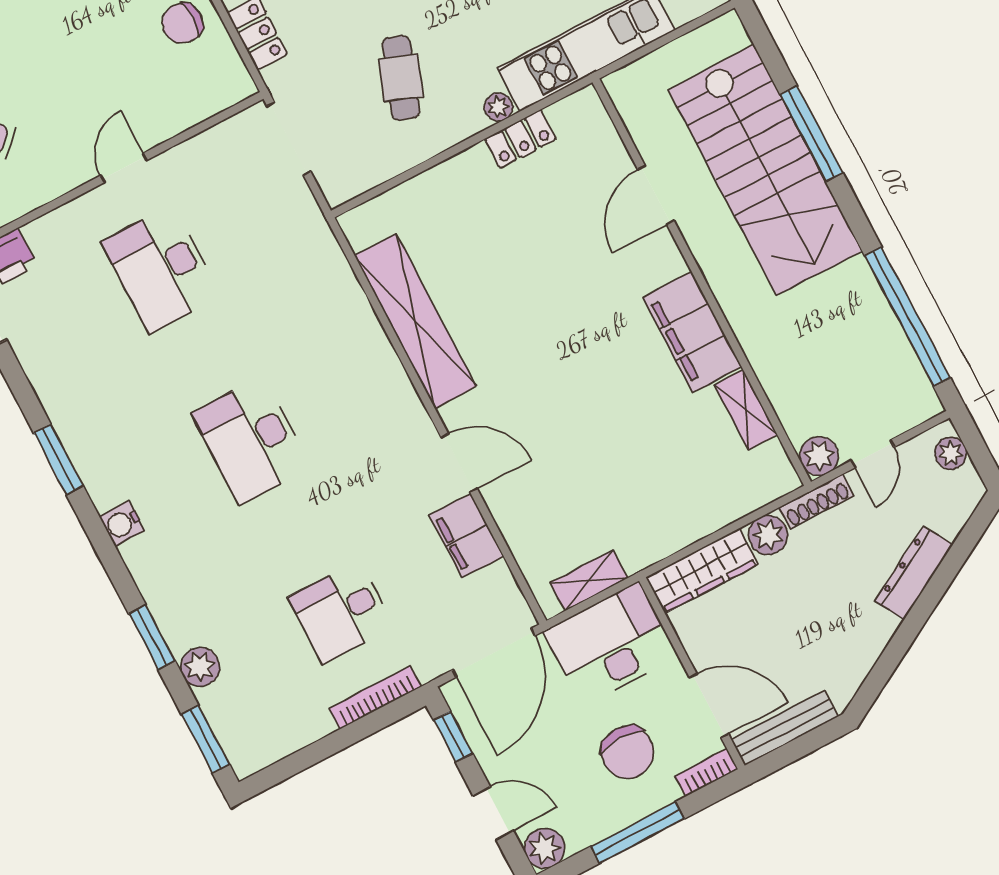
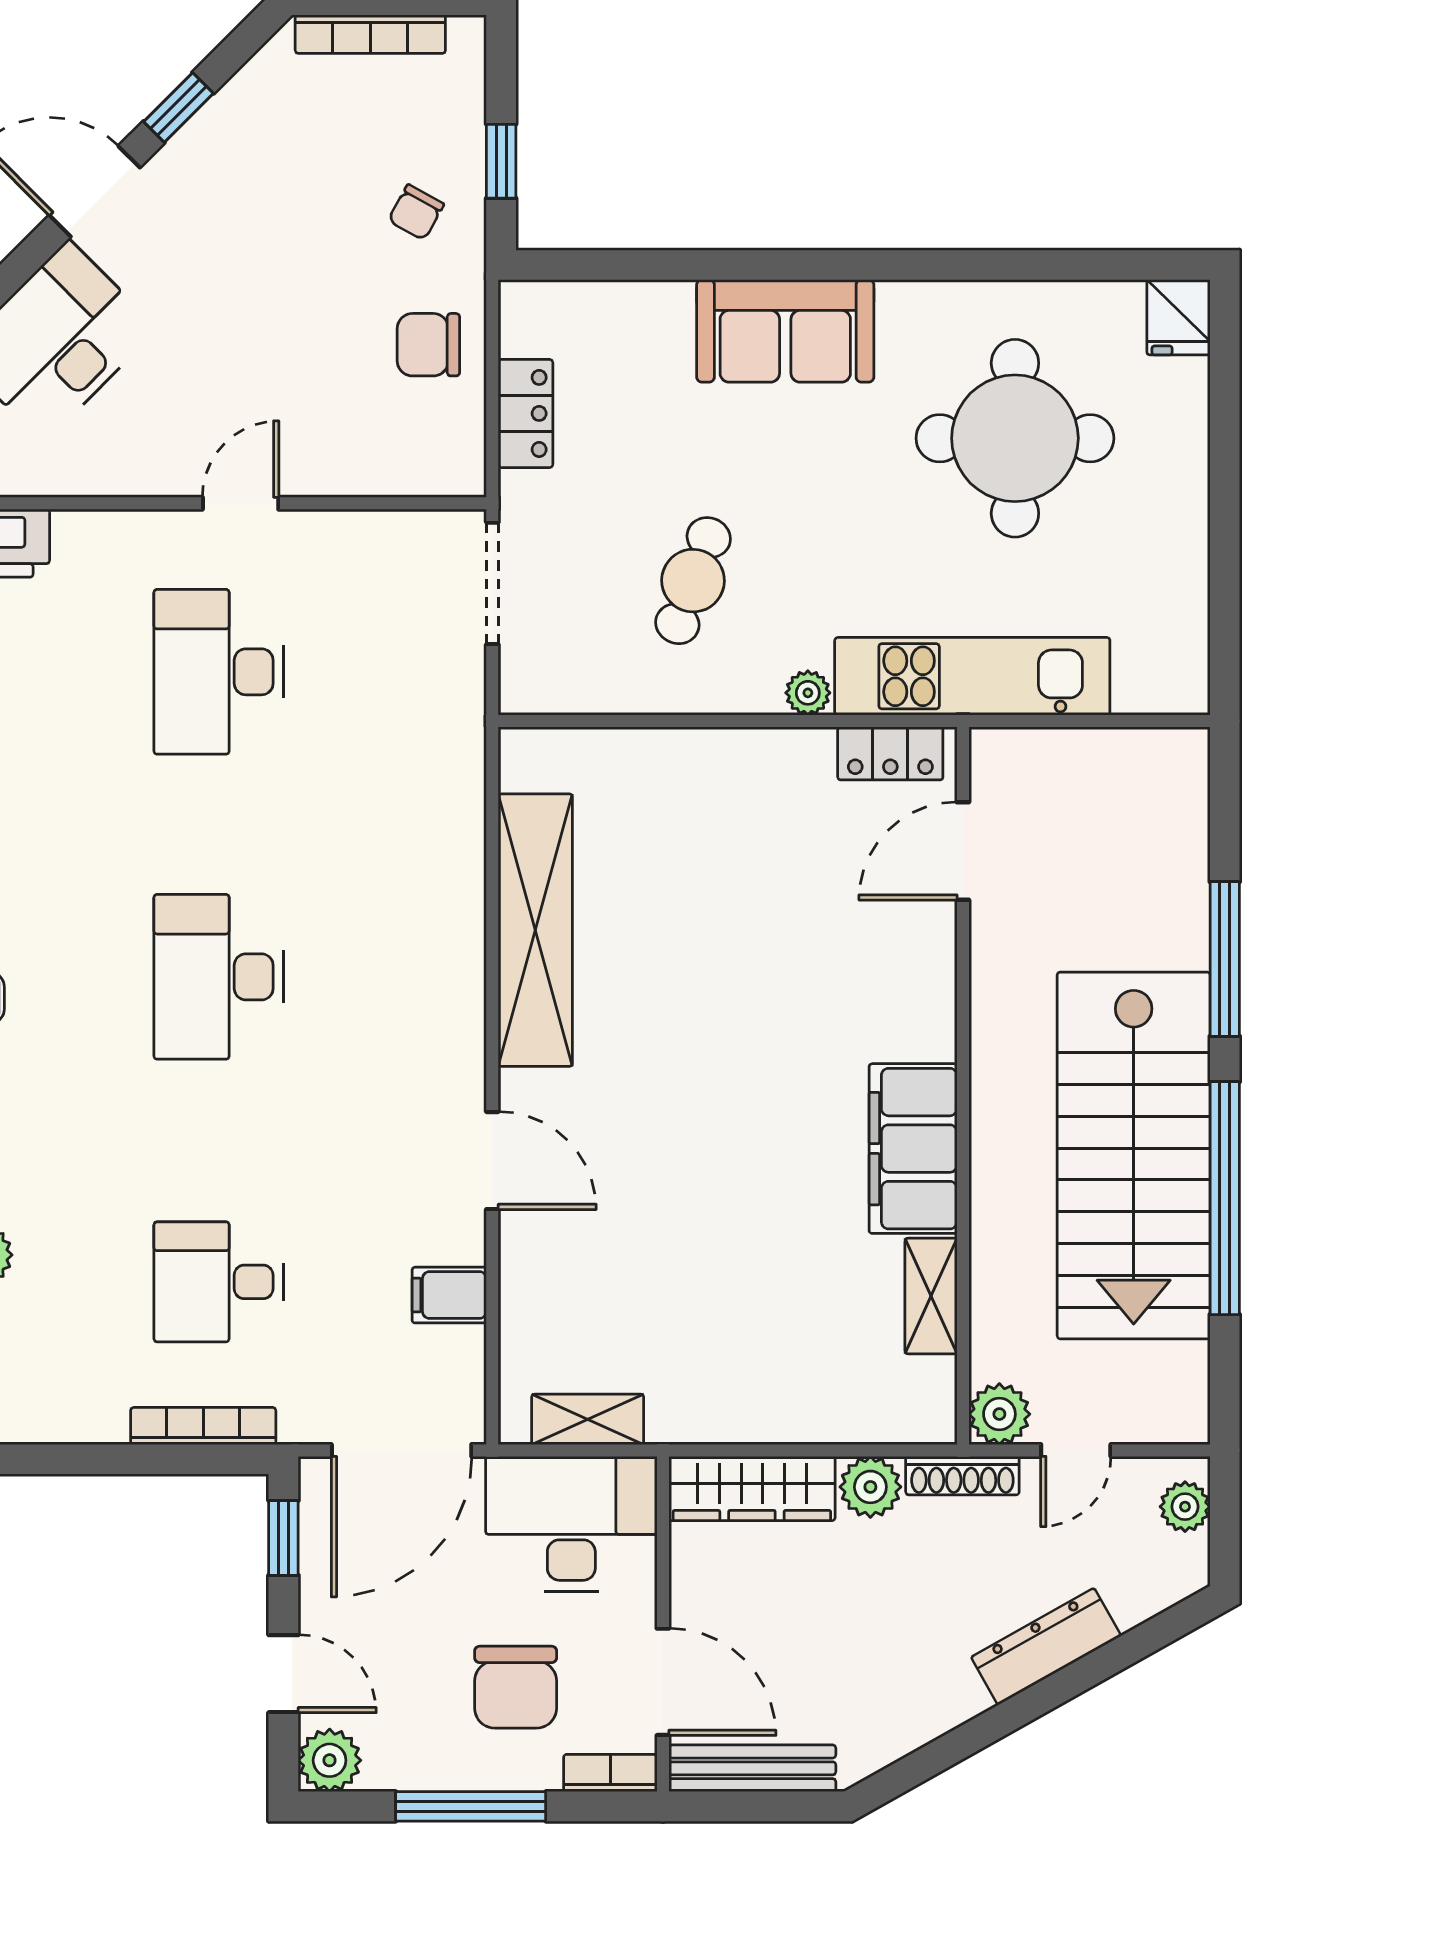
locker: (520, 139) -> (890, 753), moved
stairs: (765, 170) -> (1134, 1155), moved
door: (656, 195) -> (963, 851), moved
window: (908, 317) -> (1225, 1198), moved
filing cabinet: (466, 536) -> (449, 1295), width x0.50

